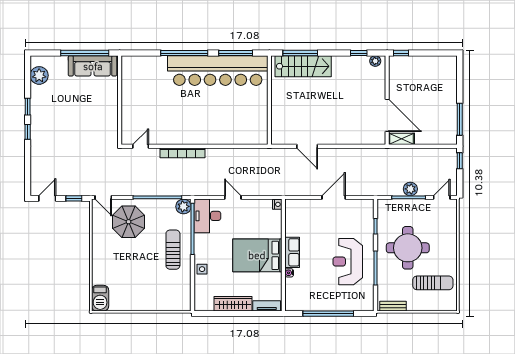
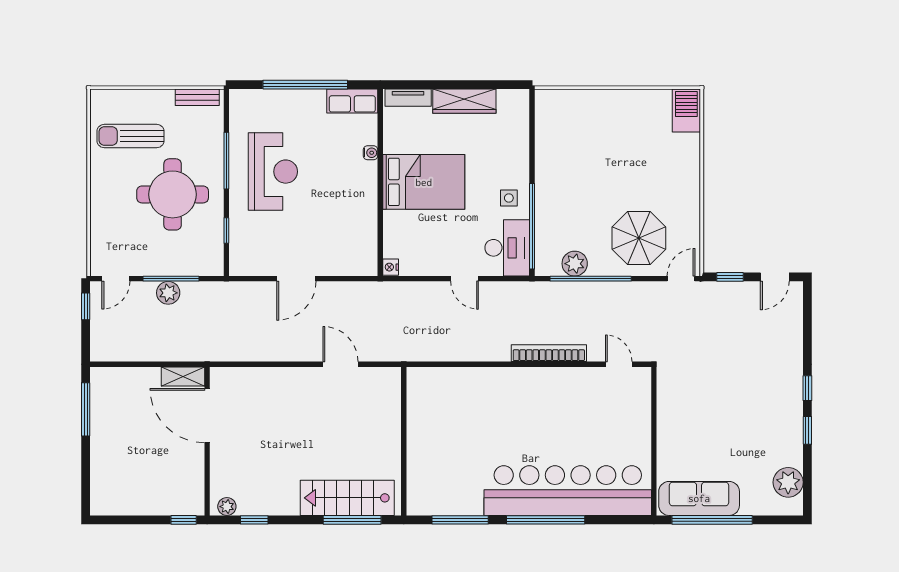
bar counter: (218, 71) -> (568, 491), moved
door: (141, 146) -> (619, 364), swing flipped
window: (460, 161) -> (86, 306), moved
door: (103, 197) -> (681, 279), hinge flipped
plant: (183, 206) -> (575, 264), moved
sun lounger: (173, 250) -> (565, 192), removed
row of seats: (292, 252) -> (352, 101), moved, turned -90
side table: (202, 269) -> (509, 198), moved

